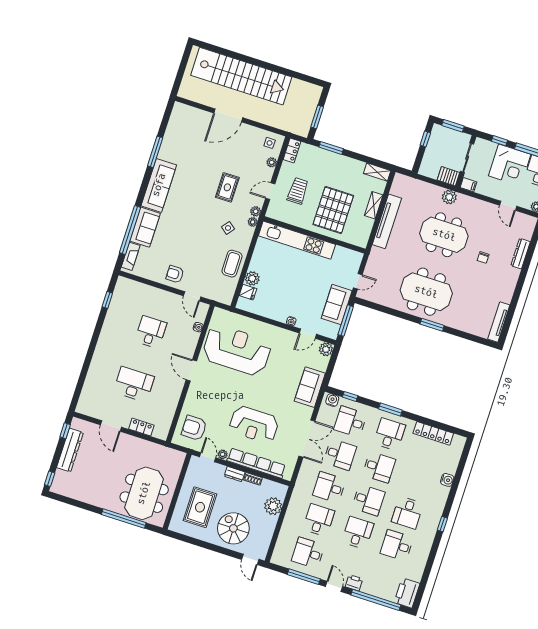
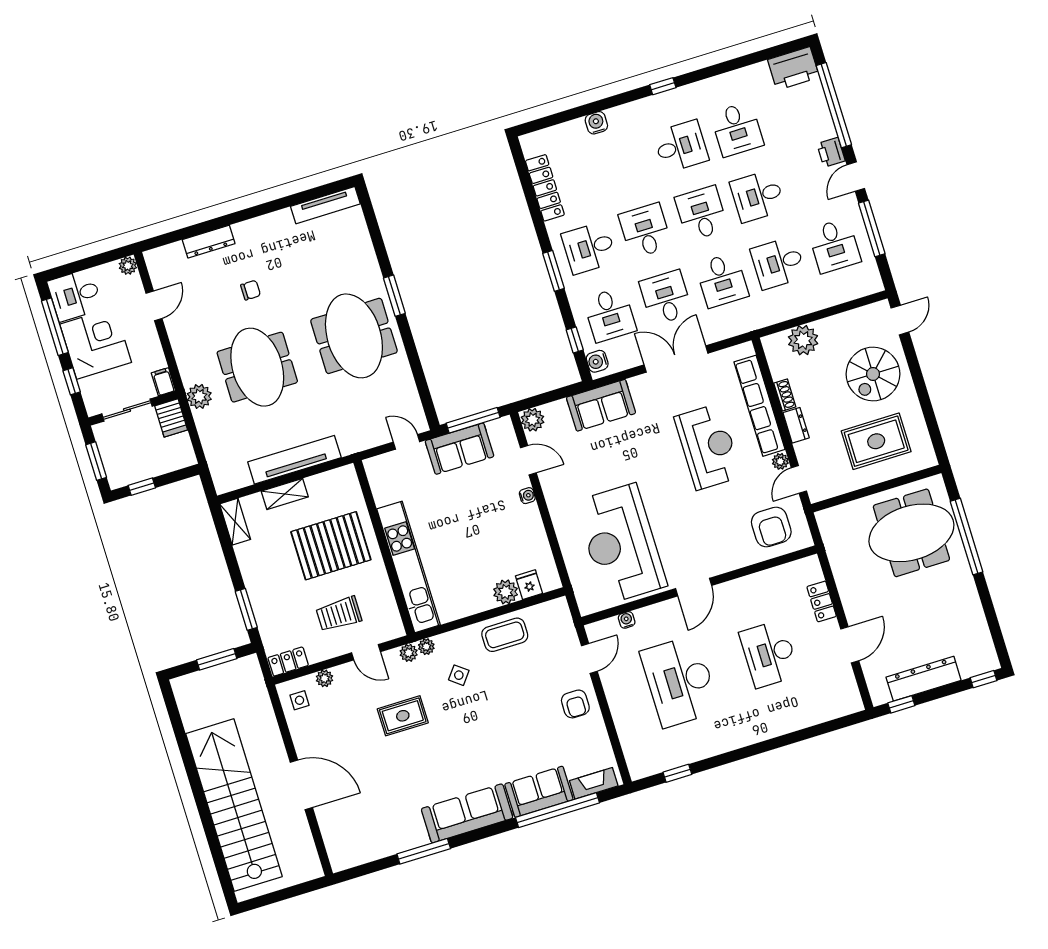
desk: (151, 332) -> (680, 681), width x1.87, depth x1.30

